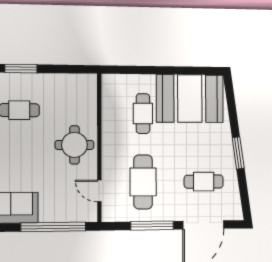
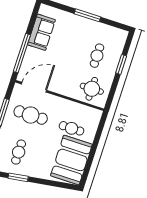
round table: (74, 145) -> (92, 89), moved
window: (238, 153) -> (18, 177), moved
door: (99, 191) -> (34, 87), width x1.87

